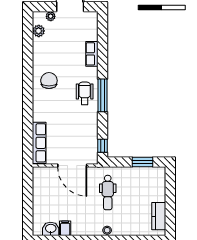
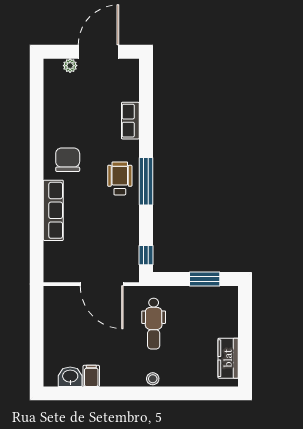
plant: (39, 31) -> (52, 87), removed
row of seats: (39, 143) -> (53, 210), moved

